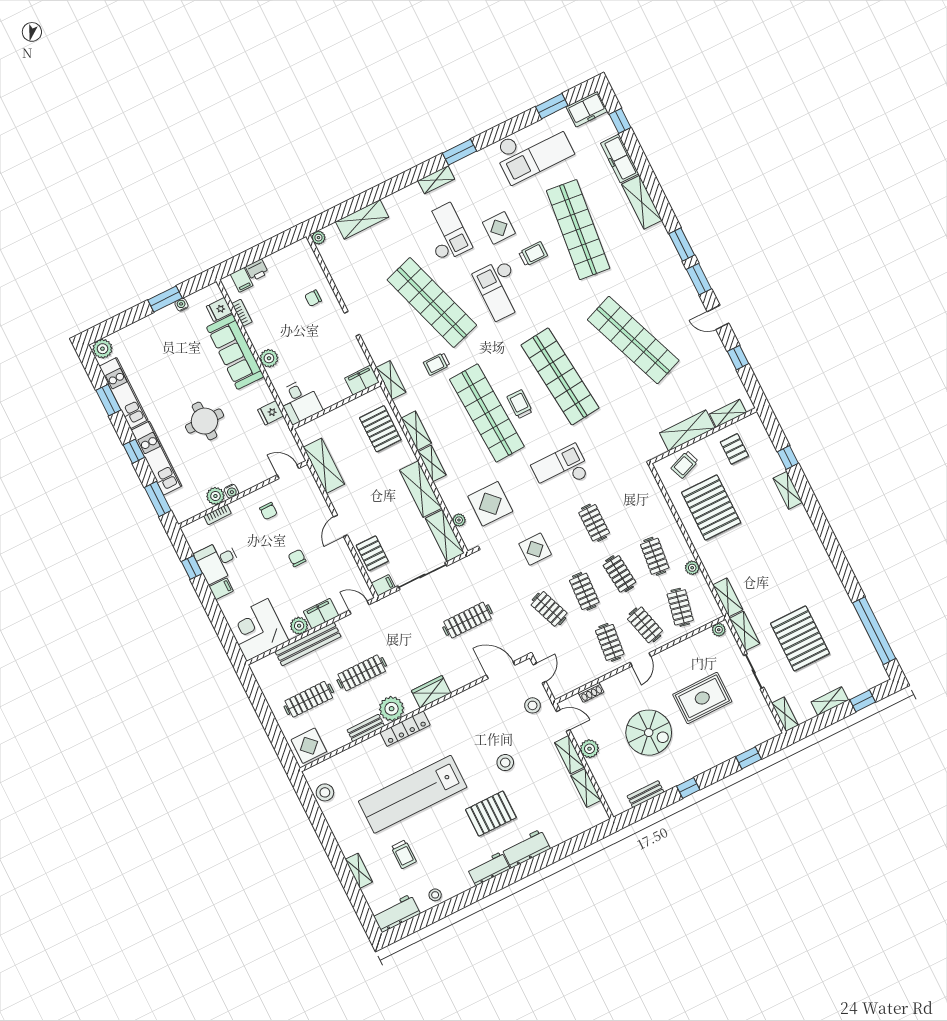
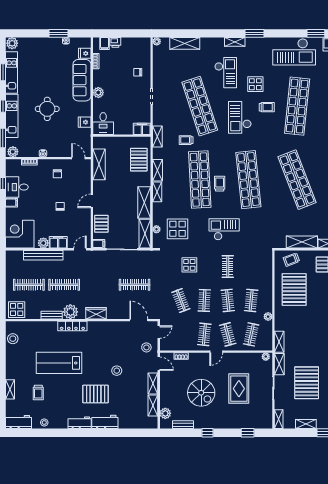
plant: (215, 496) -> (13, 152), moved
door: (359, 608) -> (80, 249), hinge flipped
rug: (702, 698) -> (239, 389), turned 90
plant: (589, 749) -> (165, 413), moved
lab bench: (413, 794) -> (59, 363), width x0.73

